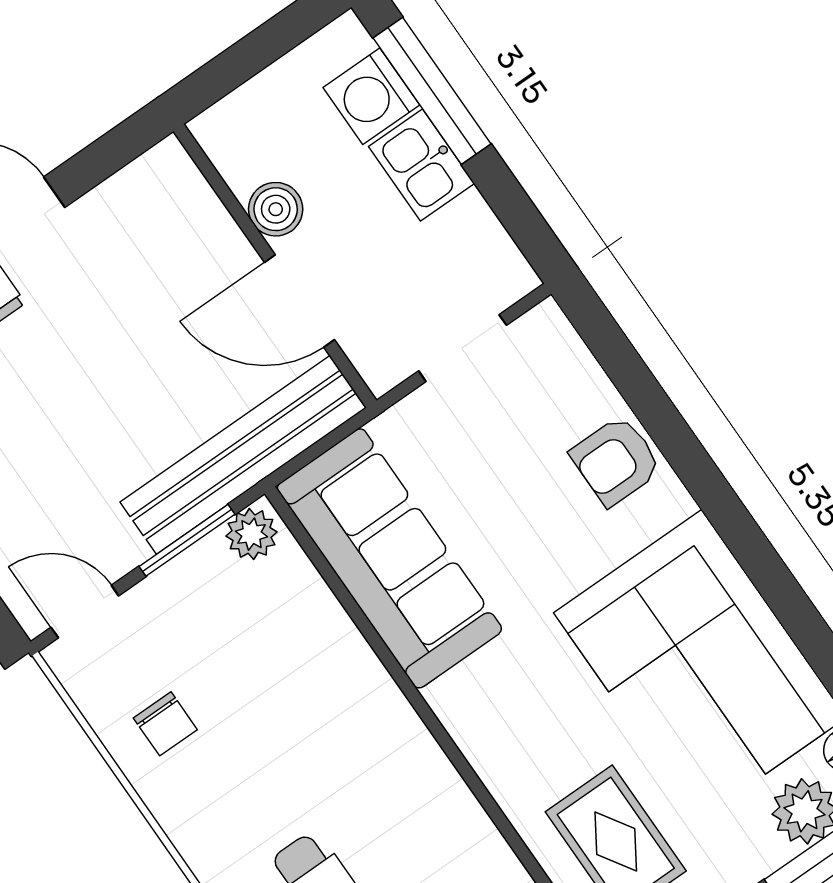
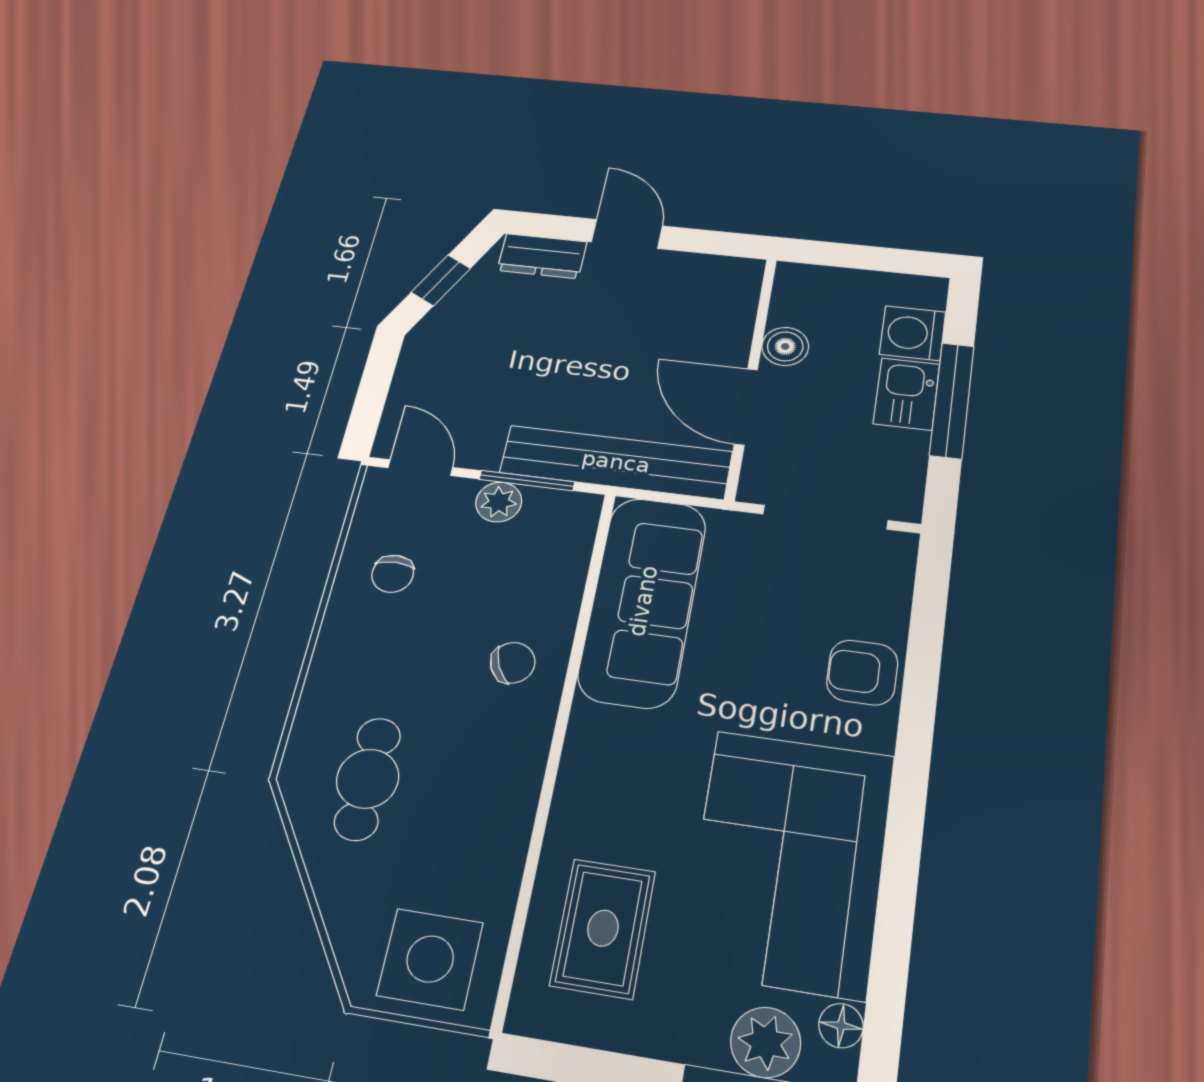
window: (432, 91) -> (952, 400), moved
doorway: (463, 348) -> (825, 517), width x1.38
plant: (251, 534) -> (499, 502), moved
chair: (341, 706) -> (513, 663), added

